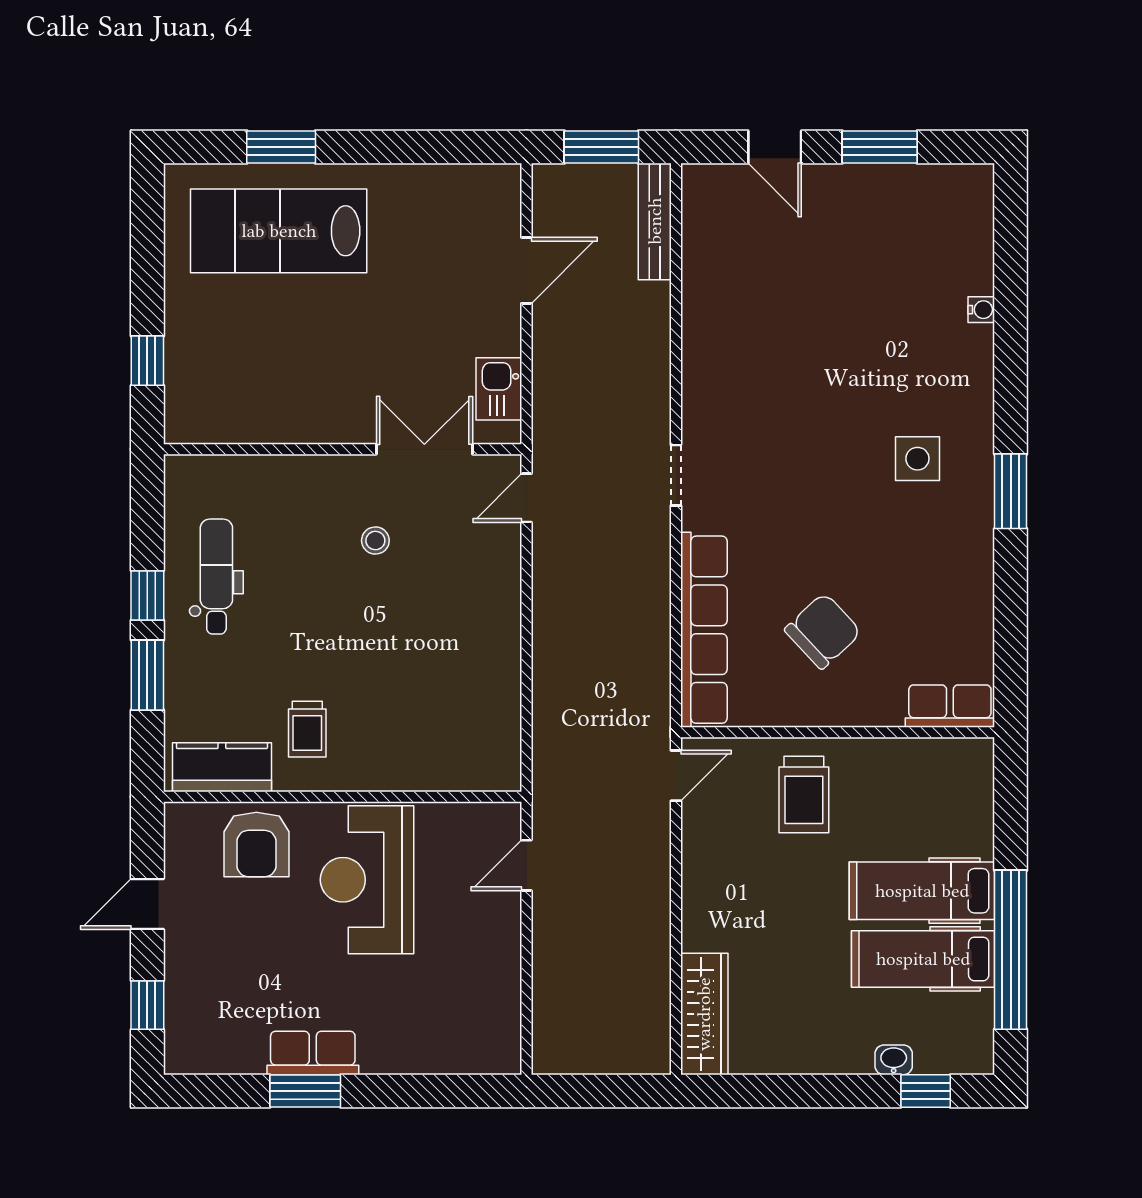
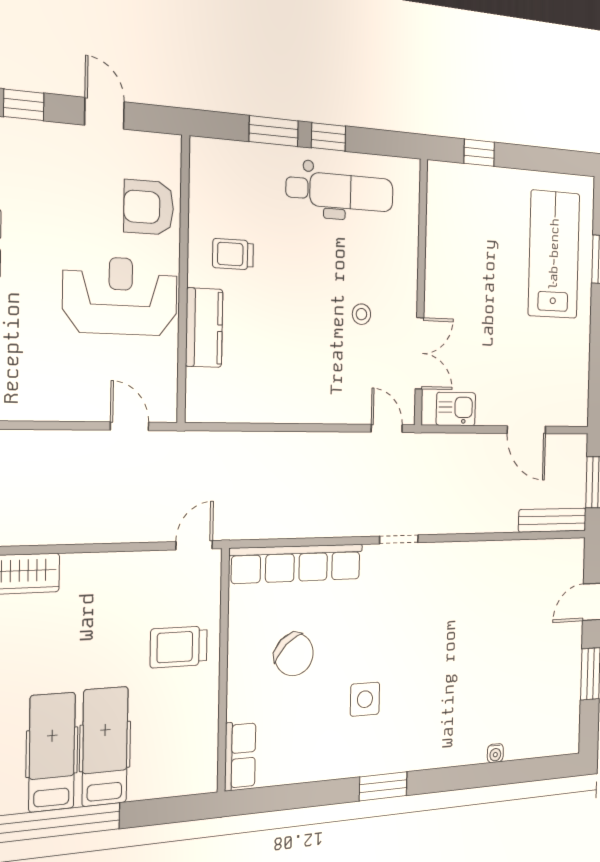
side table: (917, 459) -> (365, 699), moved
dental chair: (216, 577) -> (340, 191), width x1.36, depth x1.38
kitchen counter: (222, 767) -> (204, 328), moved
door: (676, 776) -> (194, 545), swing flipped

